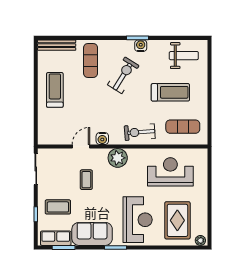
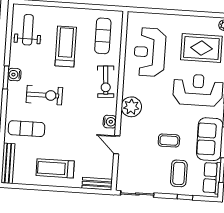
exercise bike: (123, 75) -> (44, 95), turned 148
bench: (43, 131) -> (97, 184), added
coffee table: (86, 180) -> (169, 141), moved

